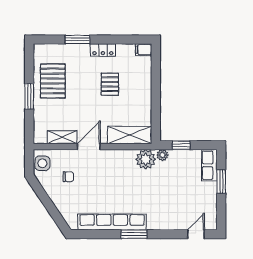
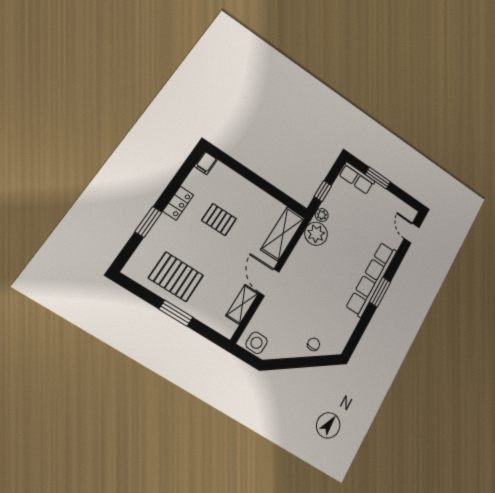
chair: (68, 177) -> (314, 344), moved
row of seats: (112, 222) -> (372, 279), moved

